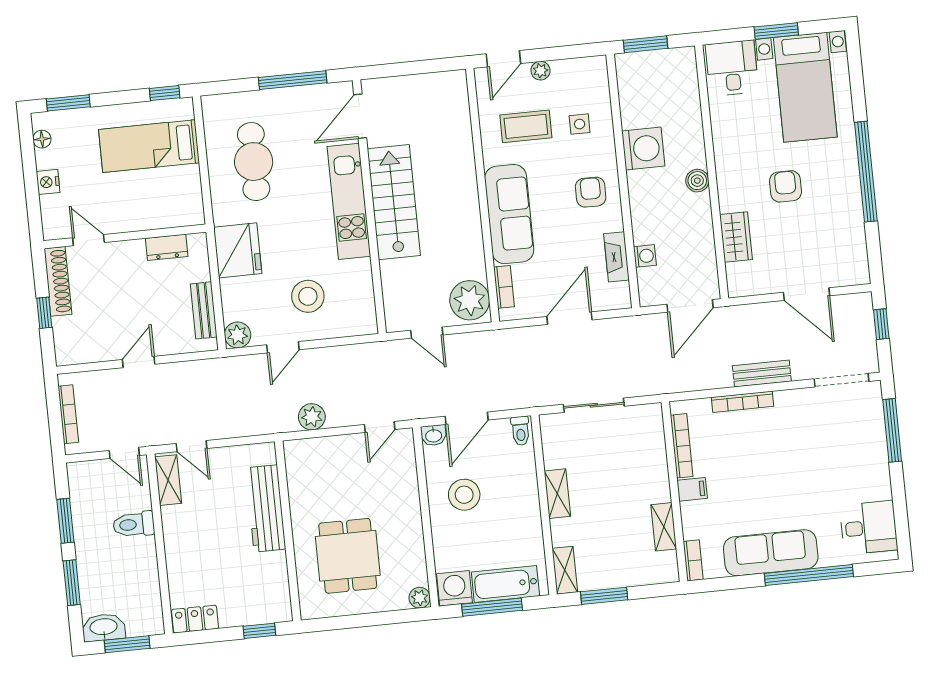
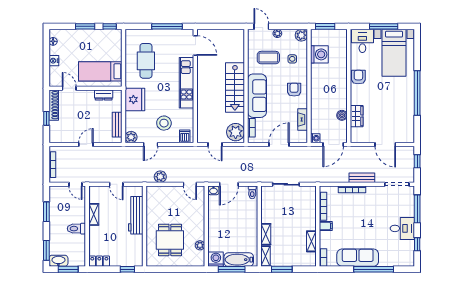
window: (776, 31) -> (384, 26), width x1.44
door: (503, 59) -> (261, 26), swing flipped
plant: (594, 69) -> (301, 35), added
window: (68, 103) -> (85, 26), moved
door: (360, 116) -> (195, 46), swing flipped
bed: (149, 146) -> (100, 71), moved
washing machine: (643, 149) -> (319, 54), moved
boiler: (697, 181) -> (342, 115), moved
armchair: (785, 186) -> (358, 77), moved
stairs: (394, 202) -> (235, 88), moved, turned 180
washing machine: (645, 256) -> (315, 138), moved
dishwasher: (357, 321) -> (185, 136), added
door: (380, 427) -> (190, 184), hinge flipped
door: (192, 446) -> (116, 184), moved
shelving: (168, 480) -> (94, 214), moved
shelving: (557, 494) -> (266, 234), moved
stool: (464, 495) -> (224, 218), removed
window: (900, 509) -> (417, 244), added
toilet: (134, 524) -> (76, 229), moved
desk: (869, 528) -> (402, 228), moved
window: (72, 583) -> (46, 250), moved
plant: (420, 598) -> (200, 245), moved

